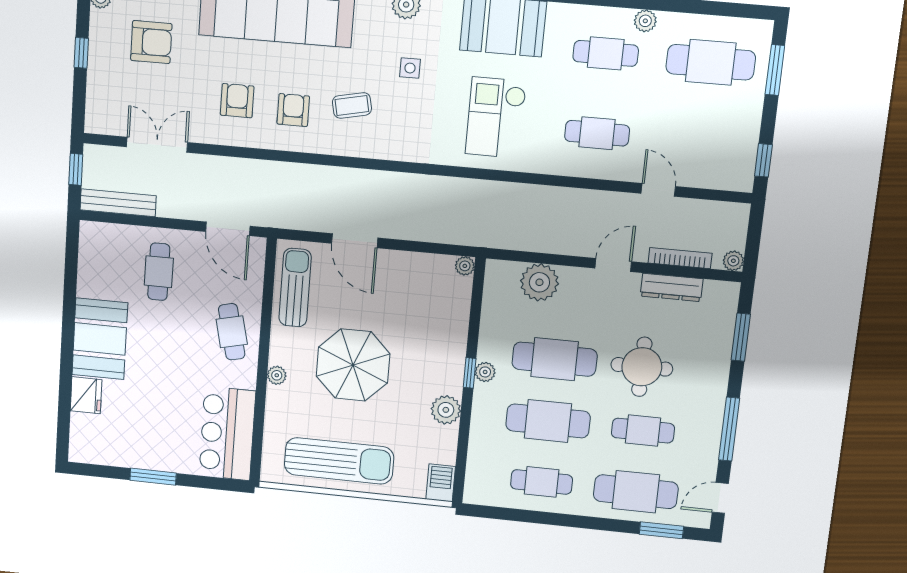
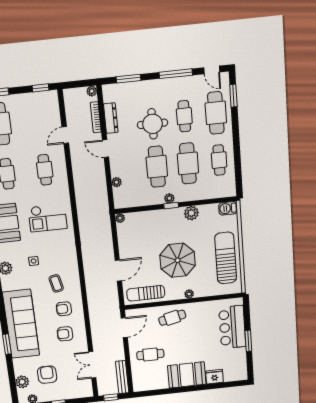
plant: (539, 282) -> (117, 182), width x0.53, depth x0.53
bar counter: (227, 433) -> (232, 327), moved, turned 90

